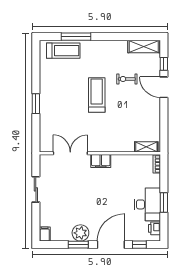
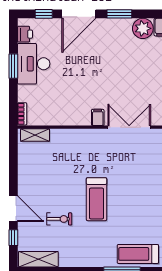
double door: (70, 153) -> (129, 127), swing flipped
filing cabinet: (101, 161) -> (98, 117), width x0.50
plant: (80, 233) -> (143, 28), moved

